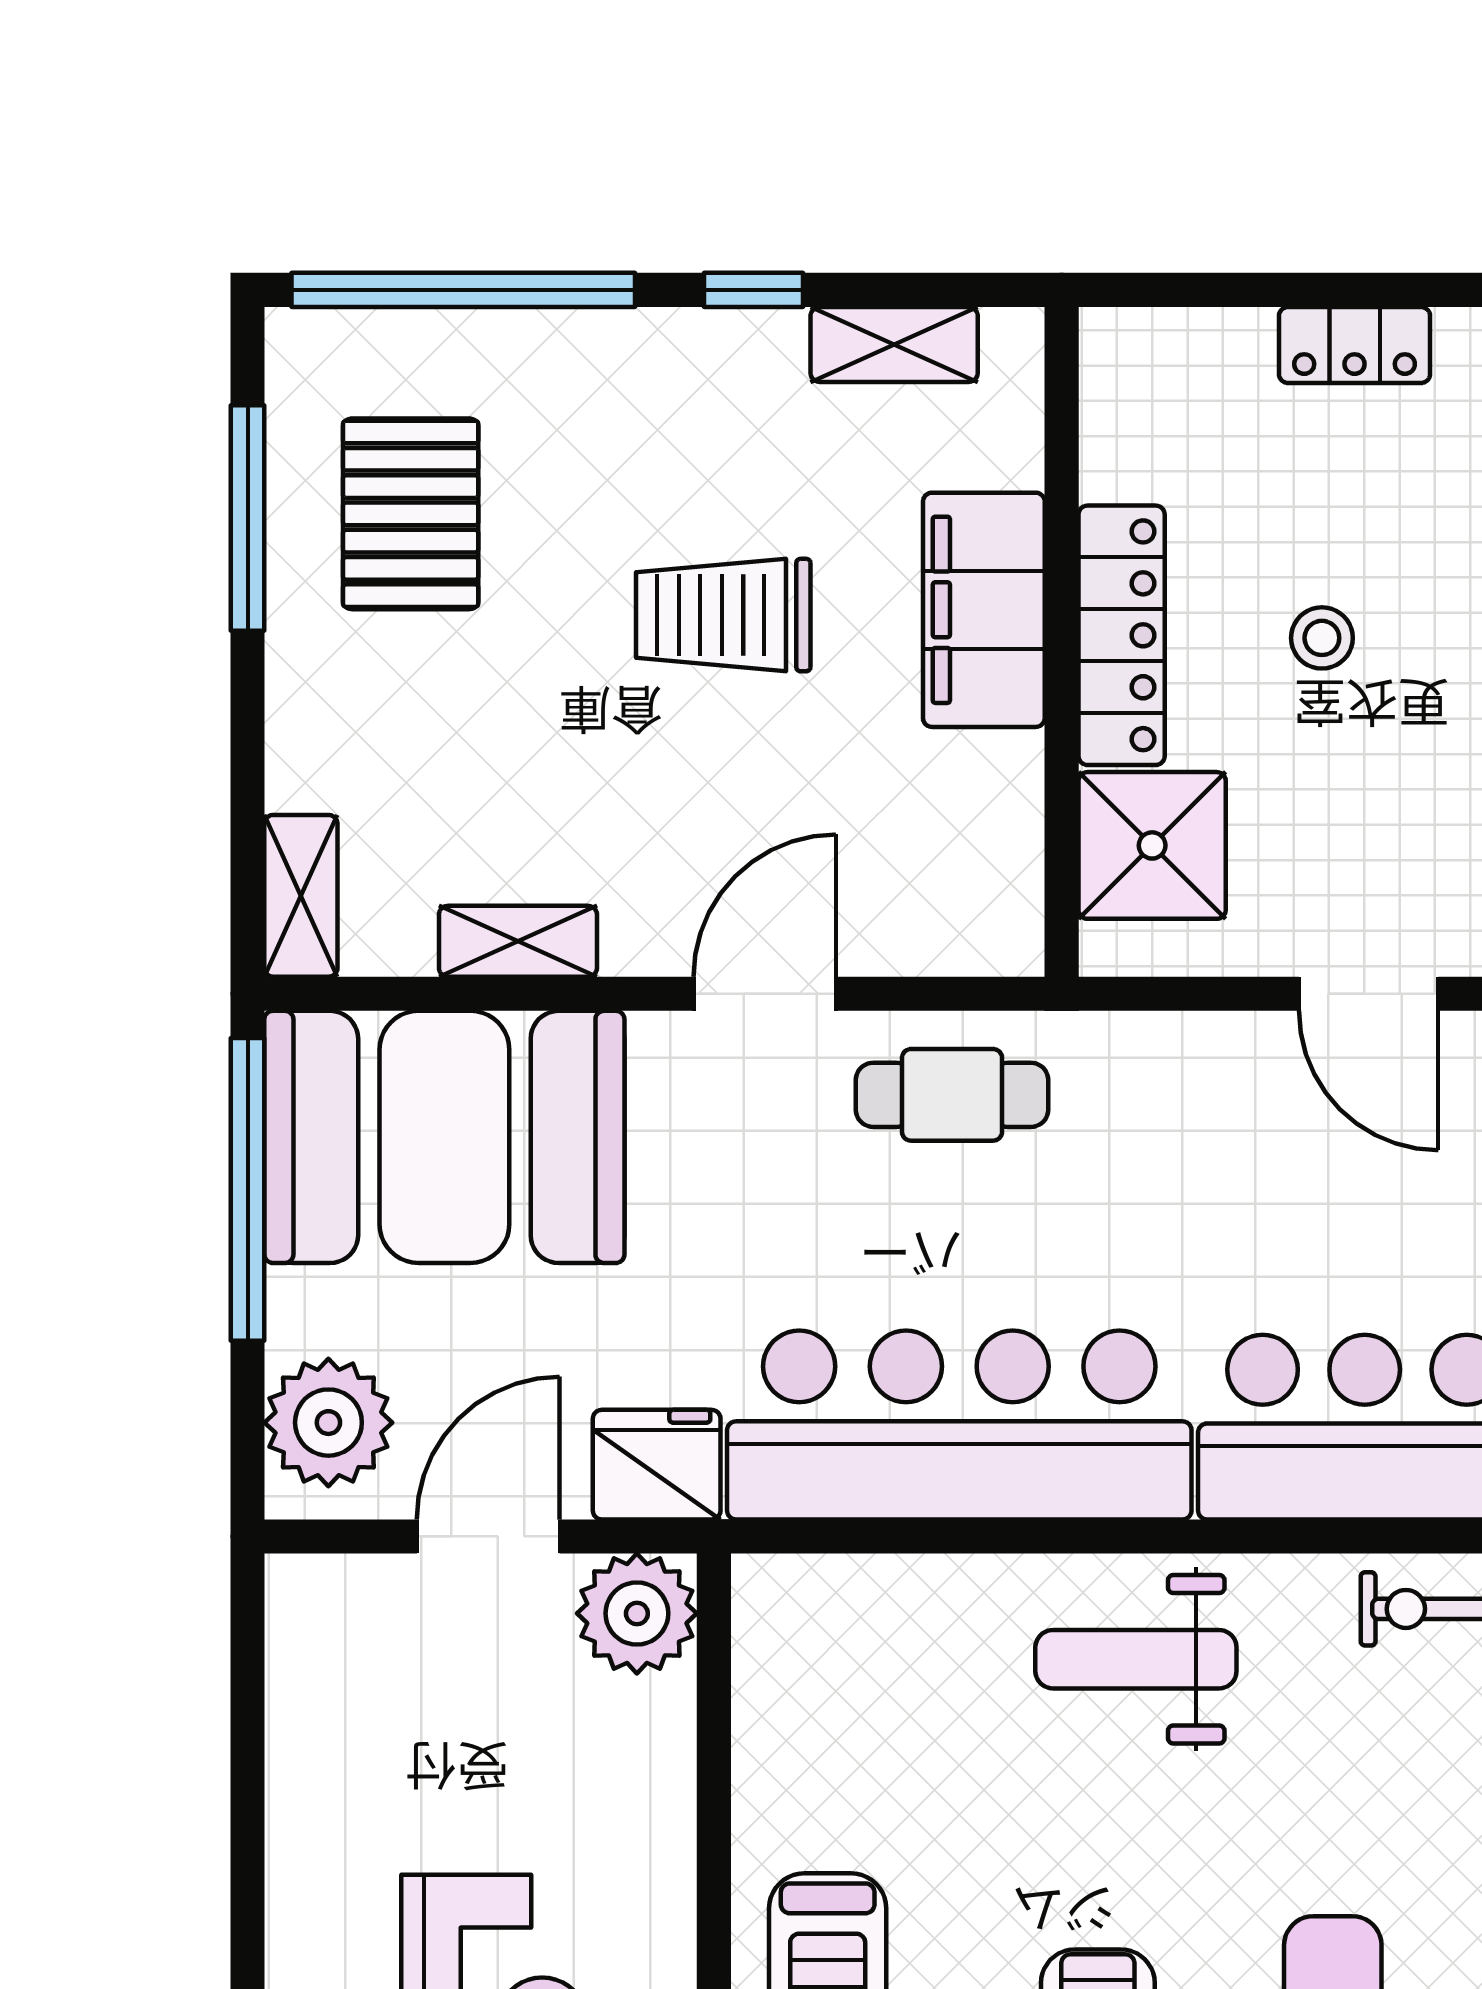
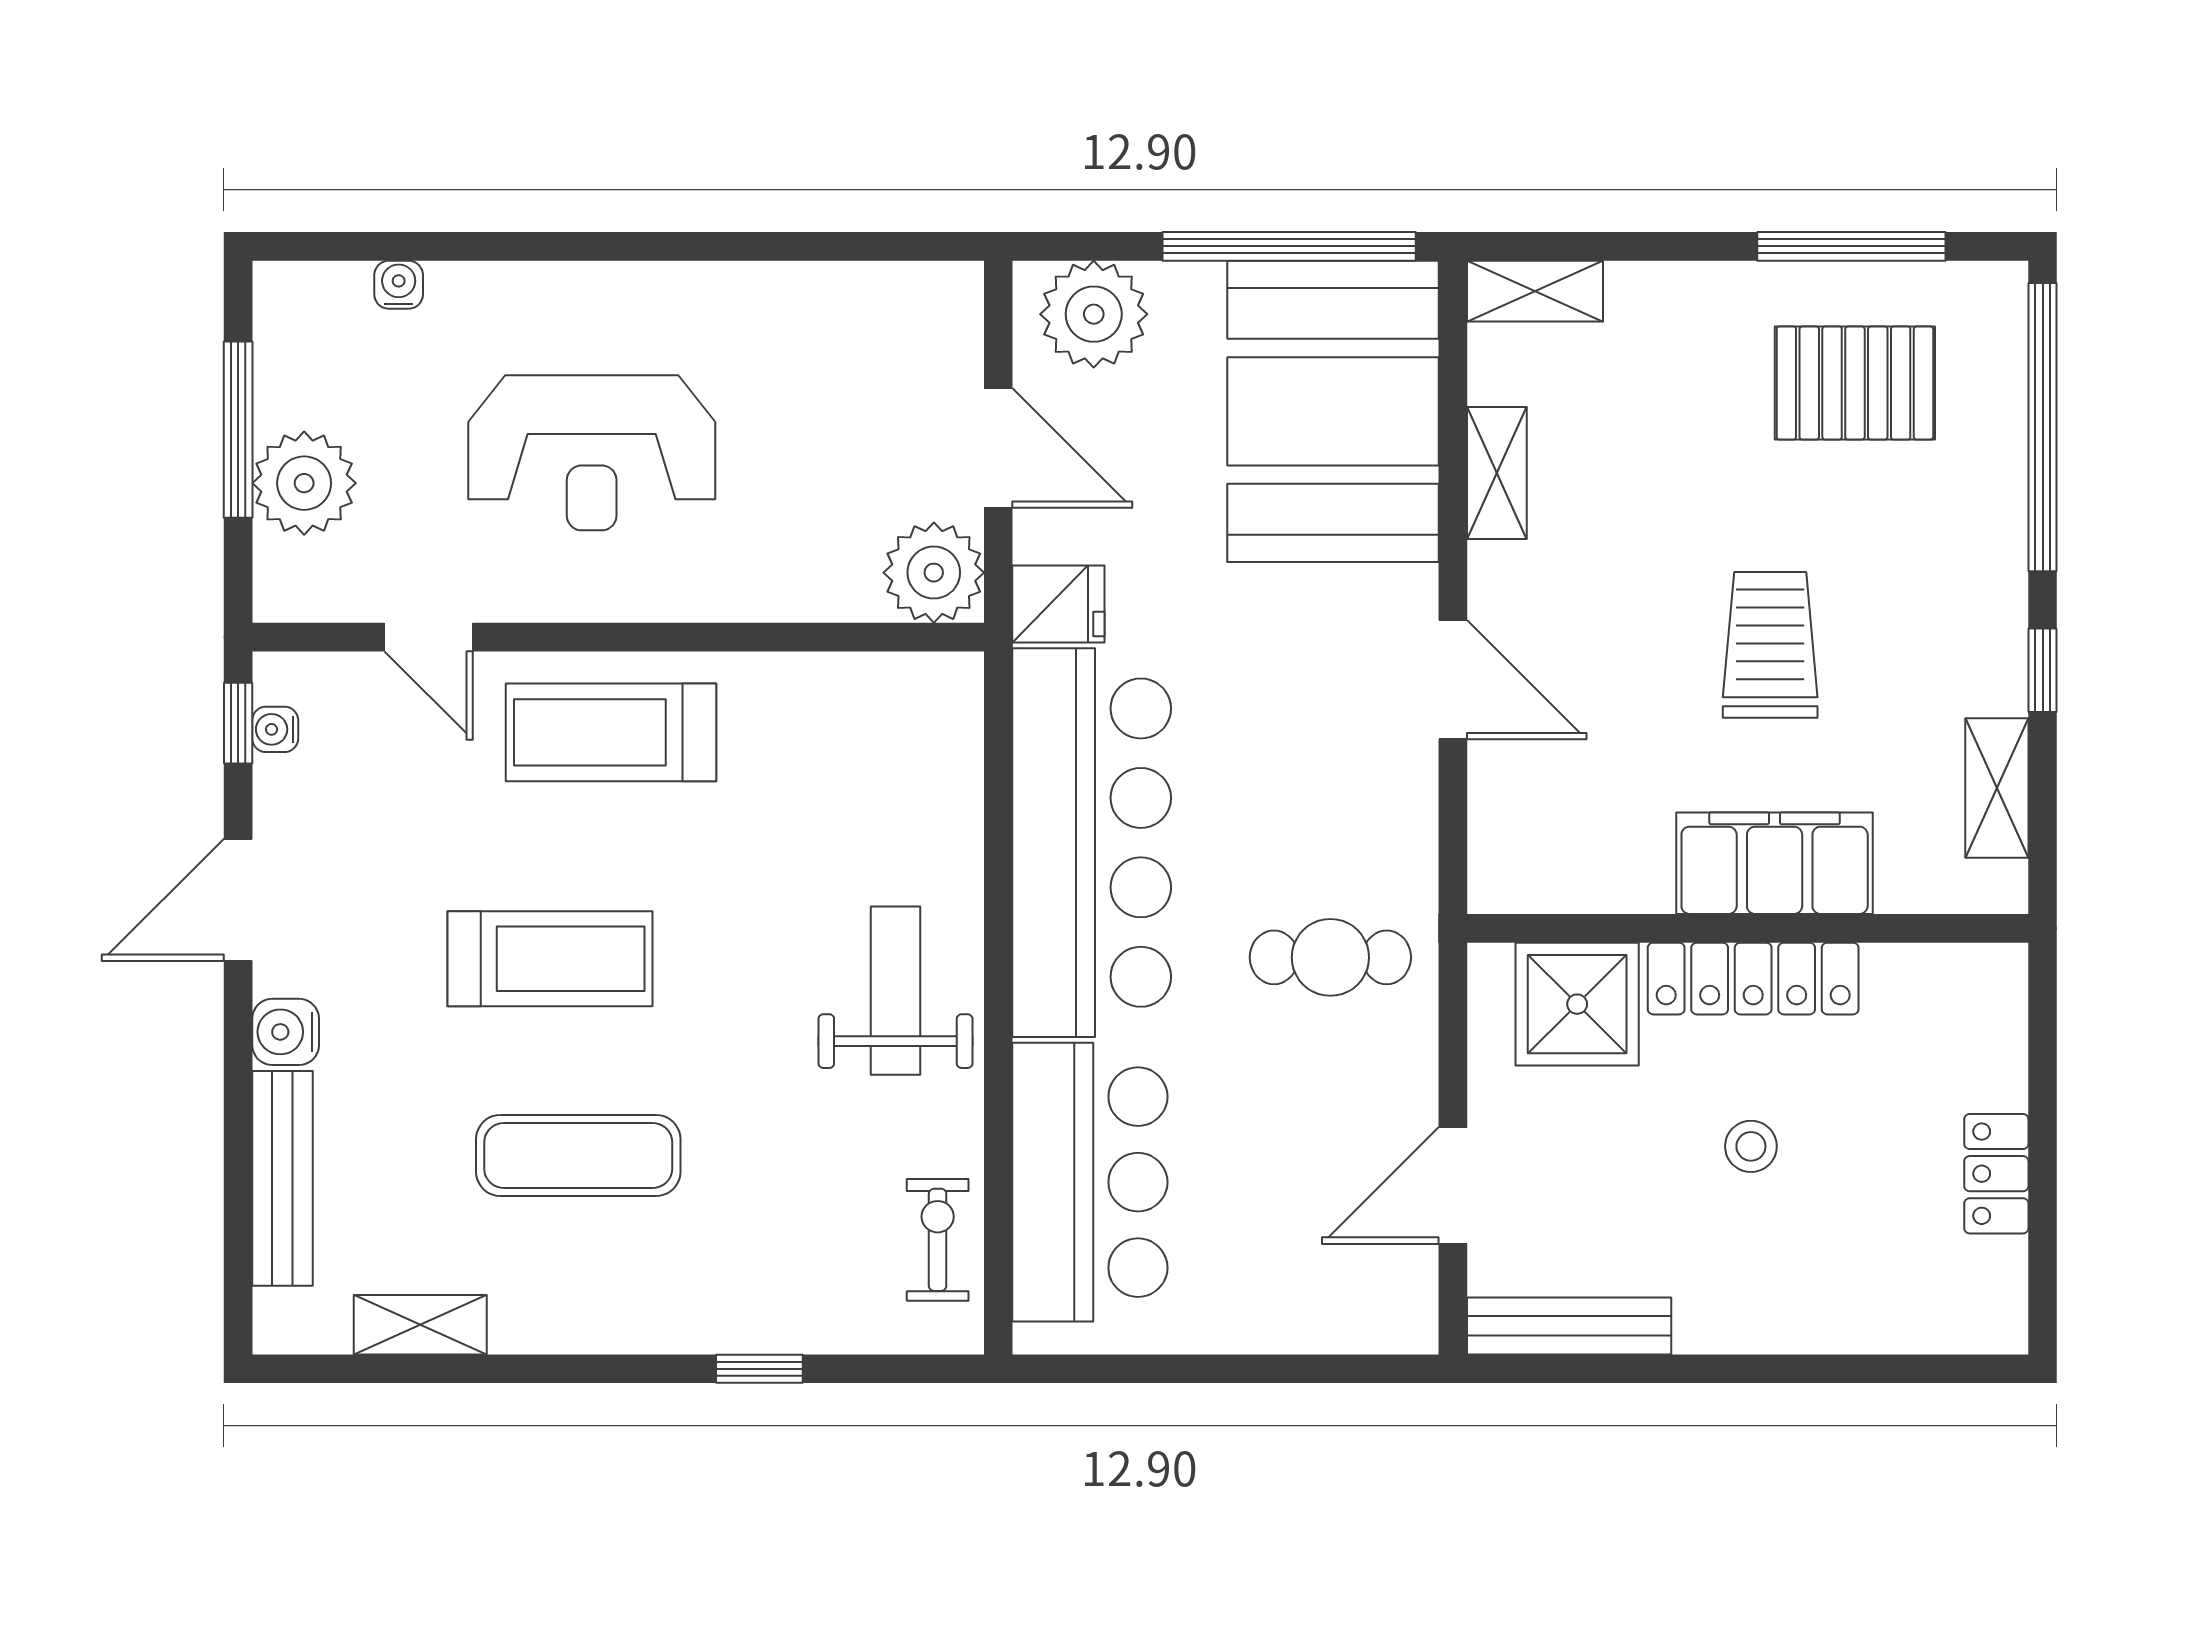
cafe table: (952, 1095) -> (1330, 957), moved, turned 90
fridge: (657, 1465) -> (1058, 604), width x0.72

